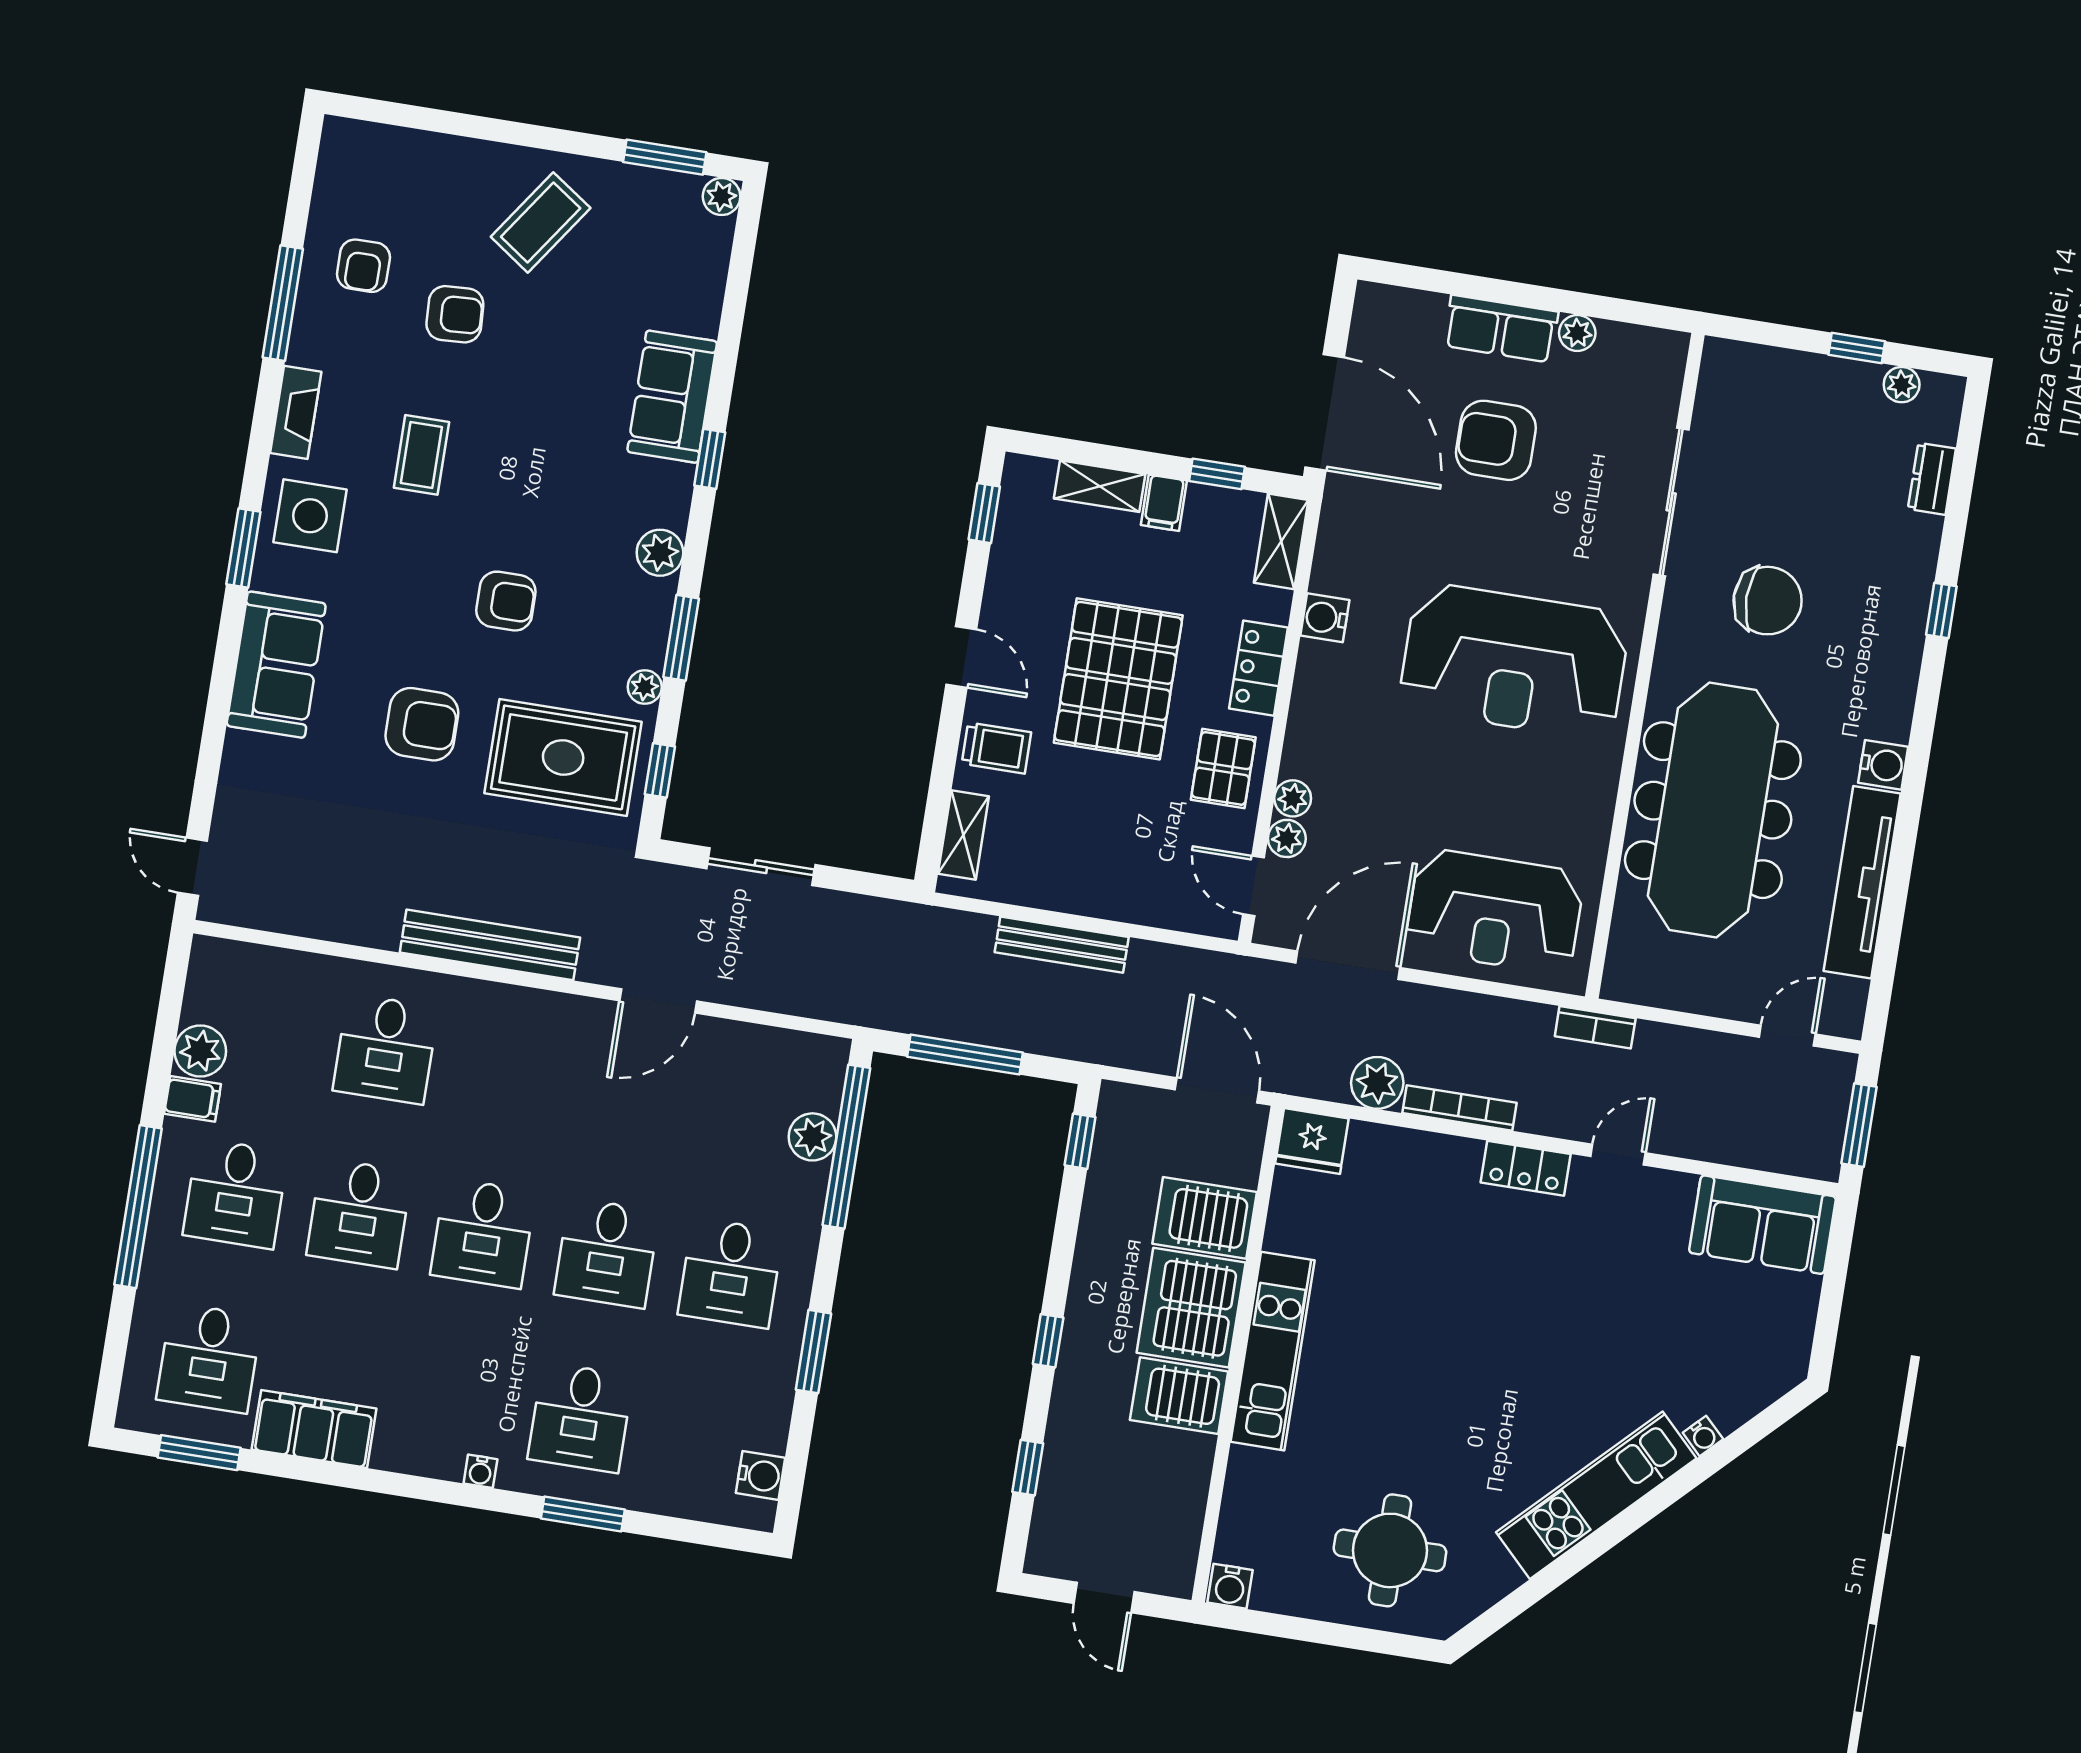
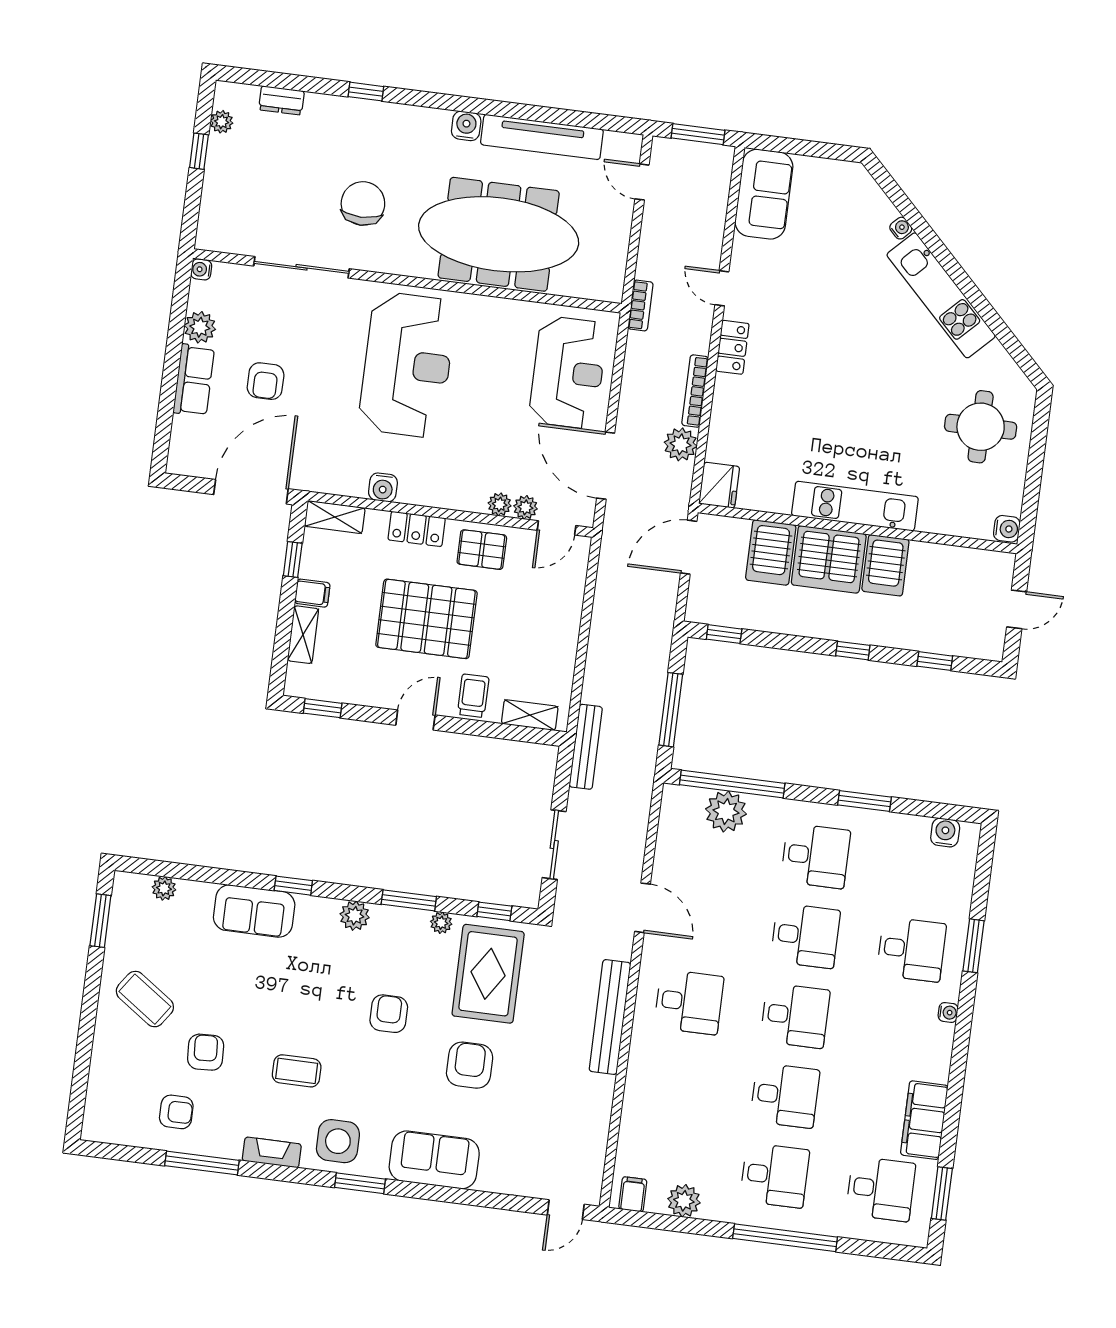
plant: (722, 196) -> (164, 888), moved
plant: (1577, 333) -> (200, 327), width x1.38, depth x1.38
water cooler: (1673, 346) -> (201, 269), added
armchair: (1496, 440) -> (266, 381), width x0.72, depth x0.72
bench: (1062, 945) -> (586, 747), moved
desk: (386, 1049) -> (689, 1002), moved
filing cabinet: (193, 1099) -> (633, 1194), moved
plant: (812, 1137) -> (726, 811), width x1.36, depth x1.36

